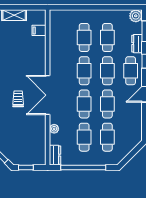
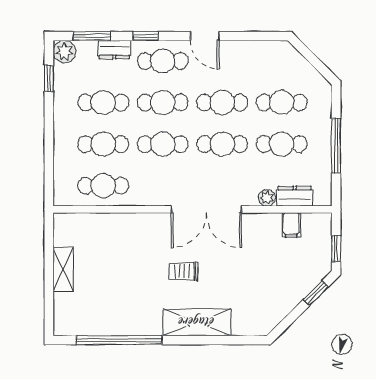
window: (121, 7) -> (49, 78), added
filing cabinet: (39, 30) -> (291, 225), moved
cafe table: (61, 37) -> (103, 186), added
trolley: (18, 99) -> (184, 271), moved
dresser: (55, 155) -> (295, 196), moved
window: (83, 167) -> (336, 146), width x0.68

